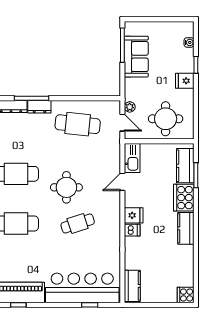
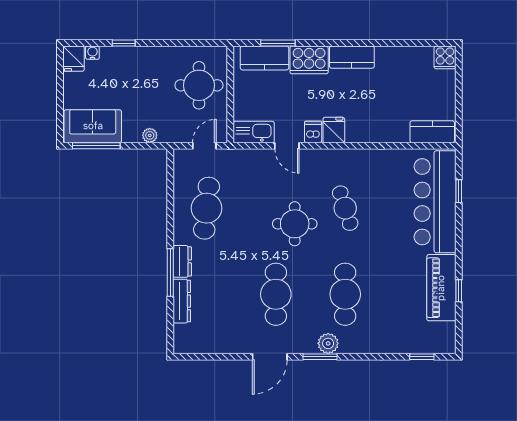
sofa: (136, 57) -> (93, 126), moved
fridge: (185, 81) -> (74, 59), moved
plant: (130, 107) -> (150, 135), moved
dishwasher: (132, 230) -> (313, 132), moved

